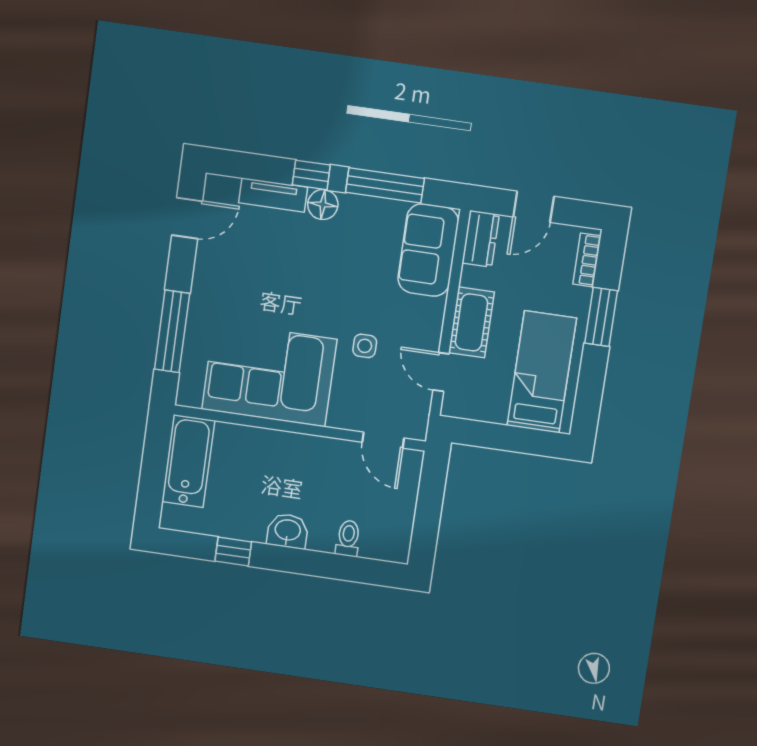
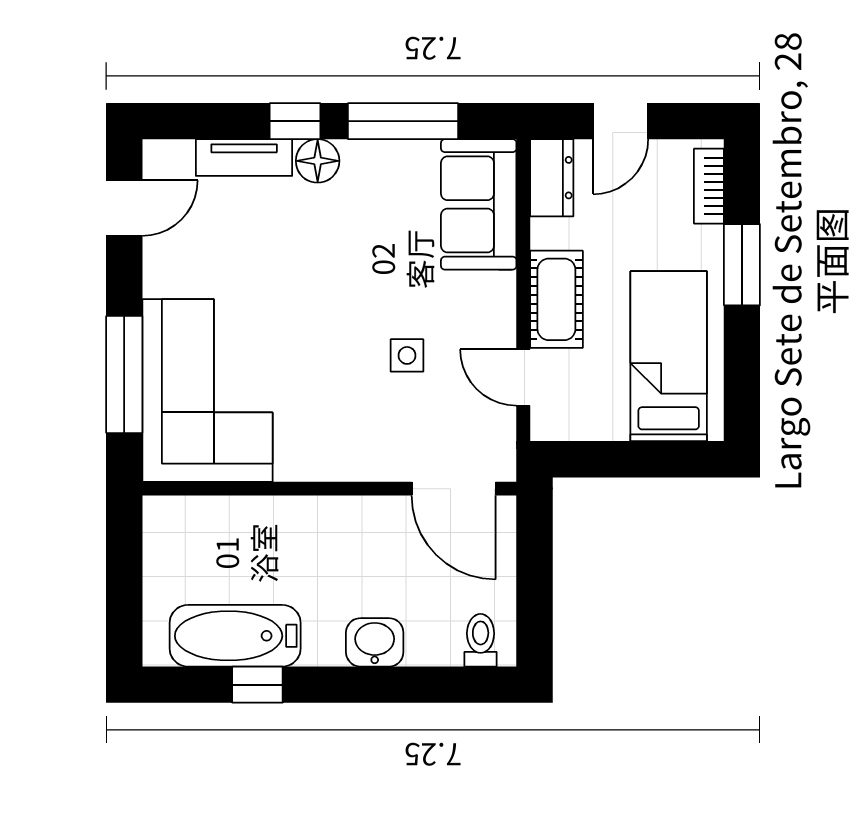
corner sofa: (269, 374) -> (207, 390), moved, turned 90
door: (383, 440) -> (454, 489), width x1.38
bathtub: (188, 461) -> (235, 636), moved, turned -90
washbasin: (288, 531) -> (375, 642), moved
toilet: (348, 538) -> (481, 640), moved

